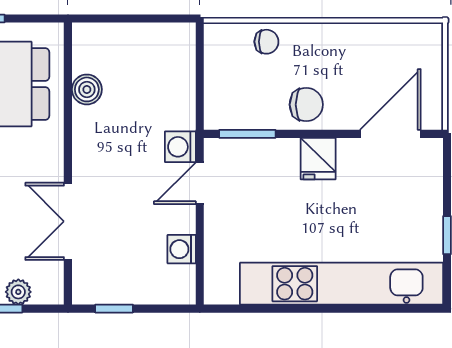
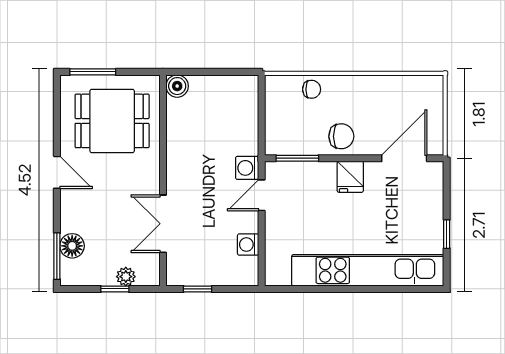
boiler: (87, 89) -> (177, 86), moved

